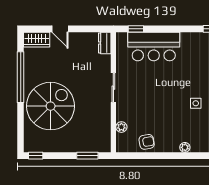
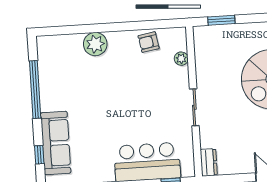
side table: (196, 103) -> (90, 94), removed
plant: (185, 147) -> (95, 44), width x1.88, depth x1.88

